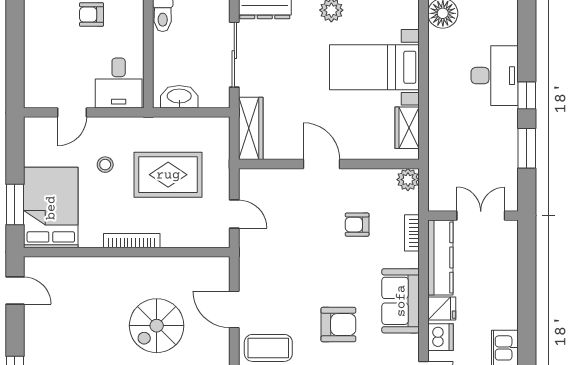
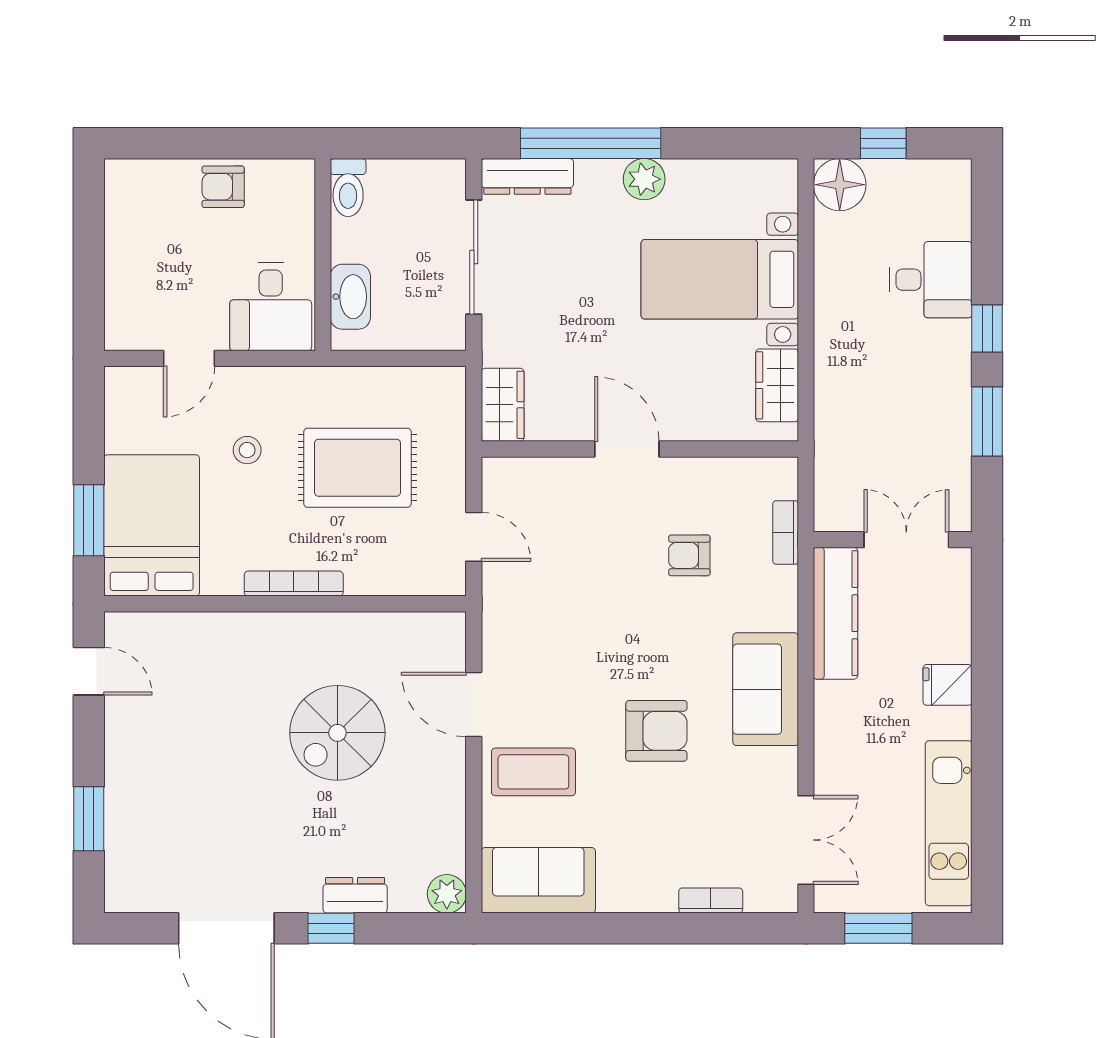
desk: (495, 76) -> (931, 280), width x0.73
washbasin: (179, 97) -> (350, 297), moved, turned 90
wardrobe: (251, 128) -> (503, 405), width x0.67
plant: (408, 180) -> (779, 476), removed
bookcase: (412, 233) -> (786, 532), moved
fridge: (442, 309) -> (948, 685), moved, turned 180
dishwasher: (441, 337) -> (836, 753), removed

